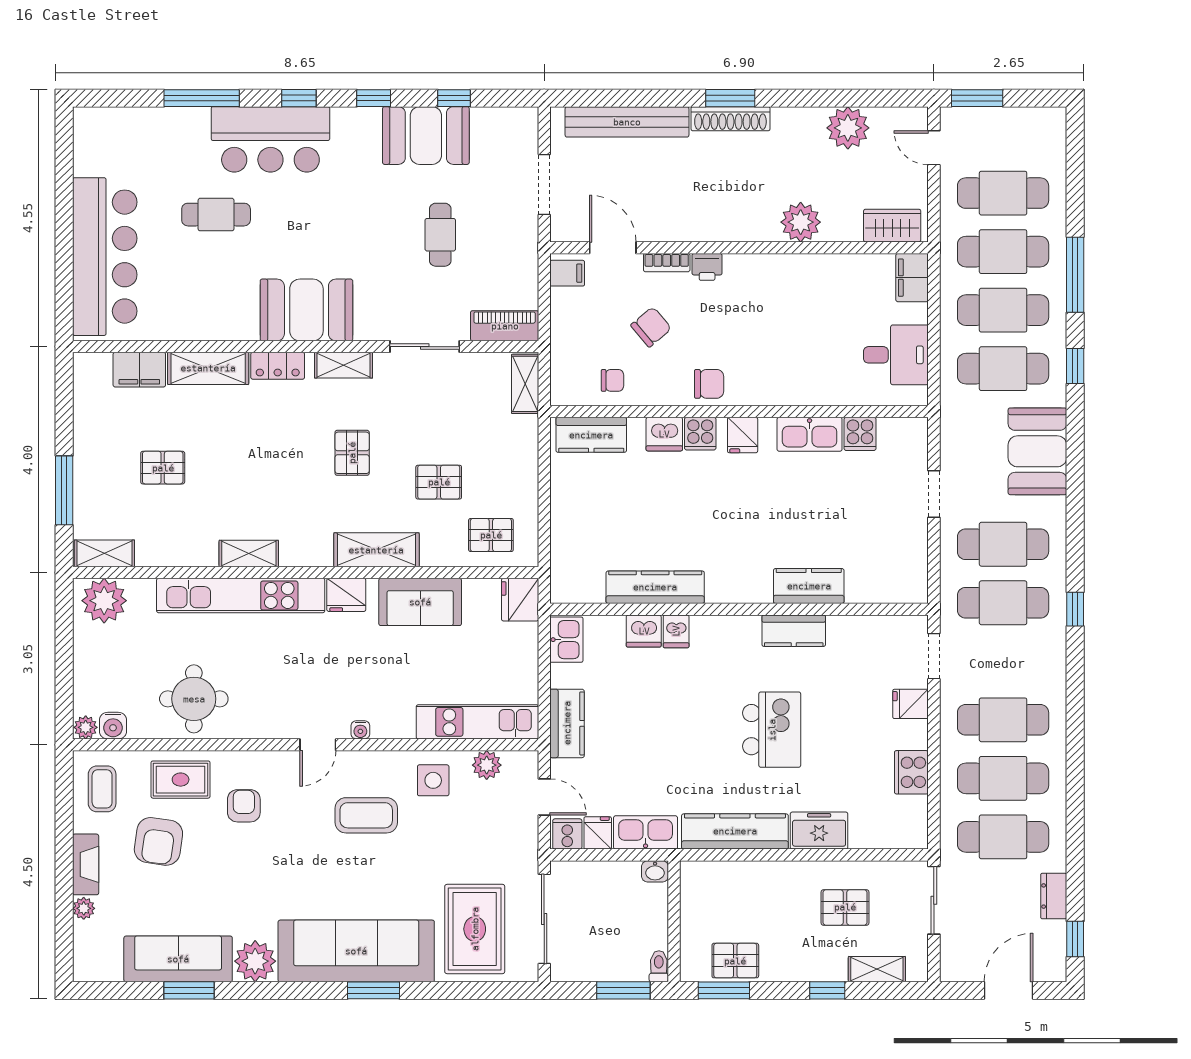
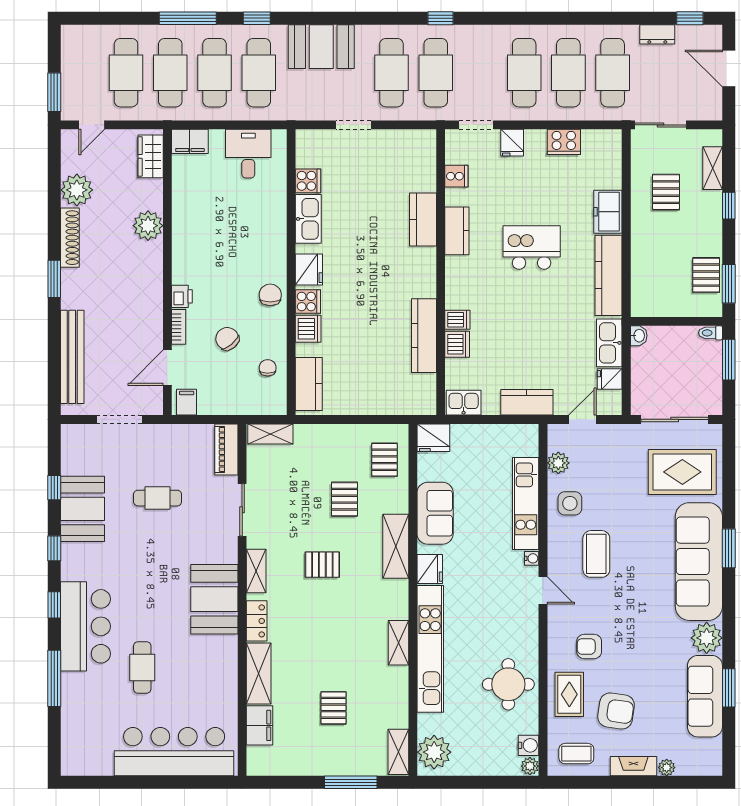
shoe rack: (730, 119) -> (70, 238), moved
fridge: (743, 435) -> (309, 270), width x1.38
kitchen unit: (477, 722) -> (526, 504), moved
cooker: (567, 834) -> (456, 176), moved, turned 180

